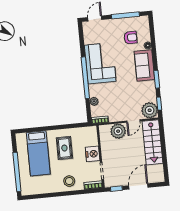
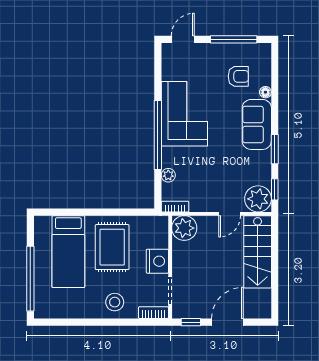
plant: (118, 131) -> (184, 228), moved
rug: (64, 148) -> (112, 247), width x1.36, depth x1.43

